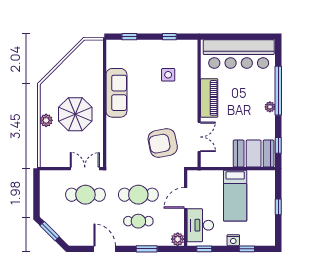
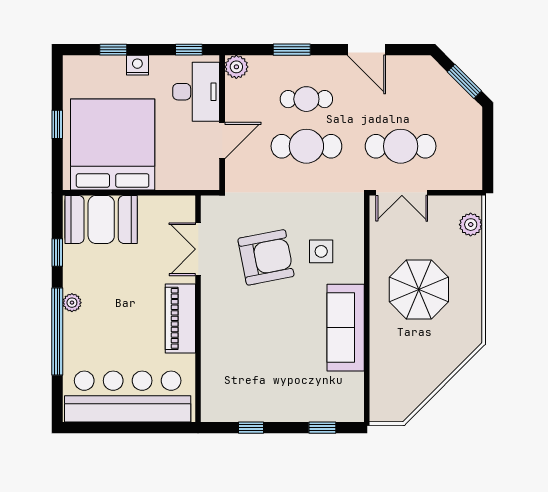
side table: (168, 75) -> (321, 251), moved
plant: (46, 120) -> (471, 225), moved
armchair: (163, 143) -> (266, 257), moved
window: (278, 145) -> (57, 252), moved
bed: (235, 196) -> (113, 144), width x2.04

